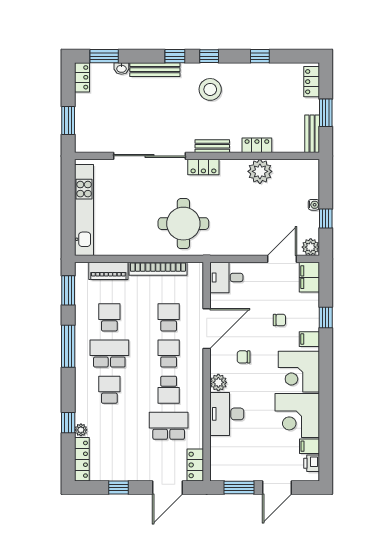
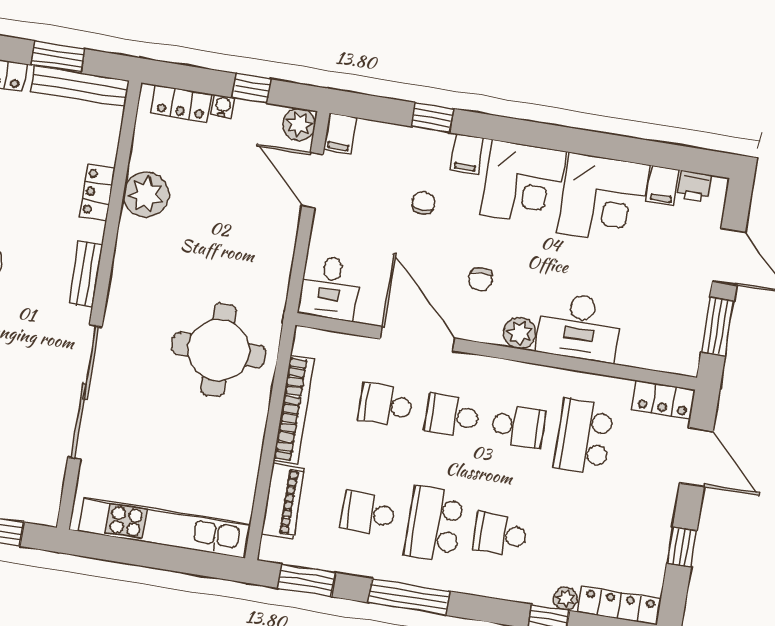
bench: (312, 134) -> (80, 86), width x1.36
locker: (203, 167) -> (181, 104), moved, turned 90
filing cabinet: (309, 277) -> (340, 133), width x0.50

